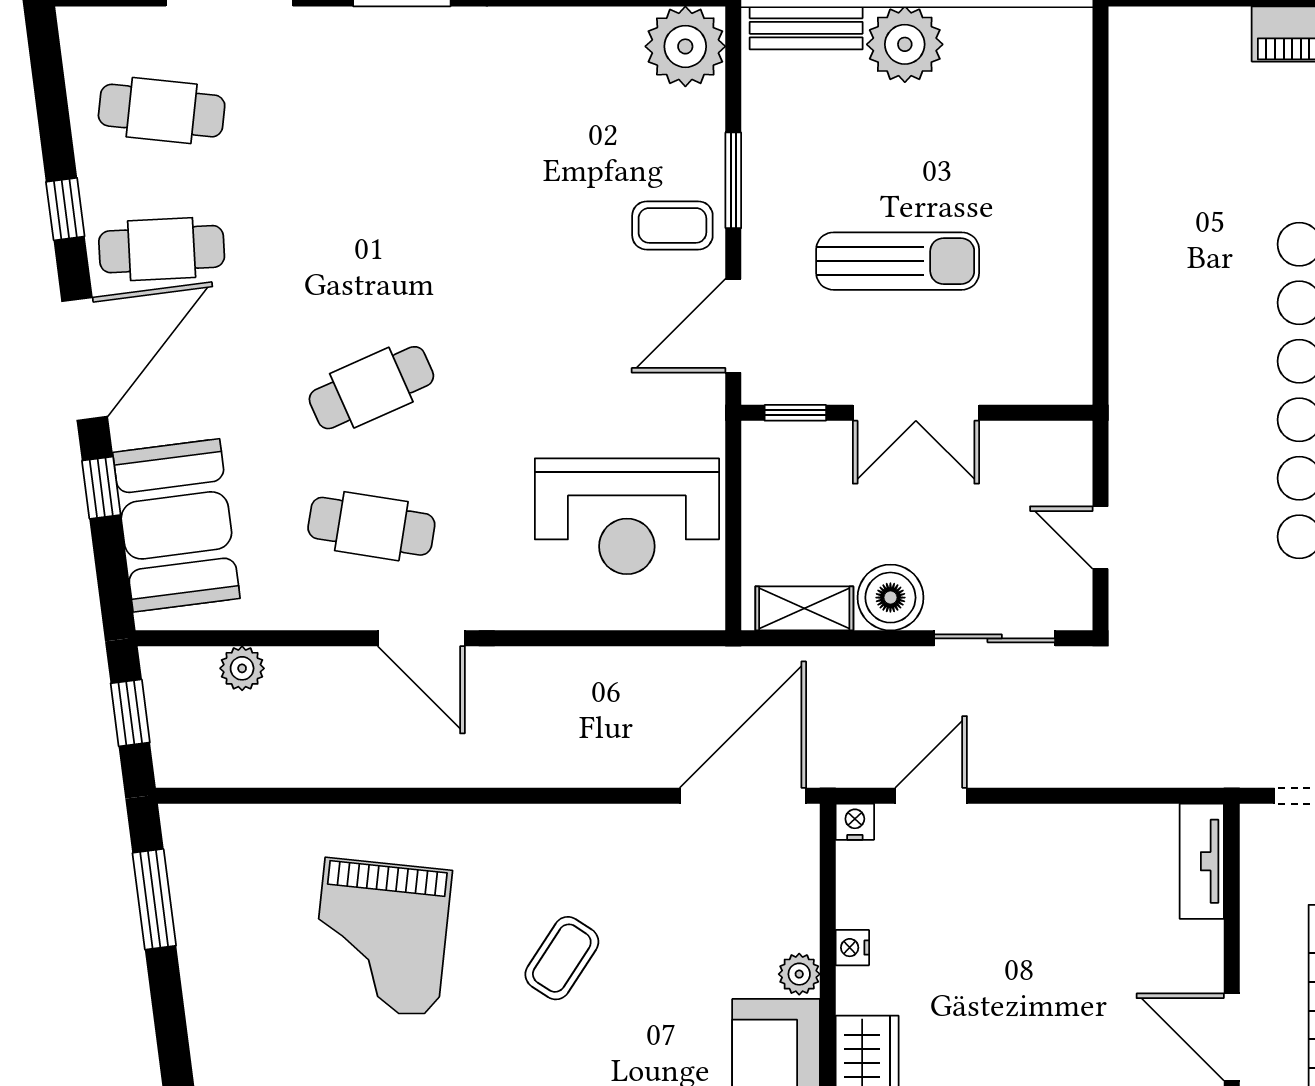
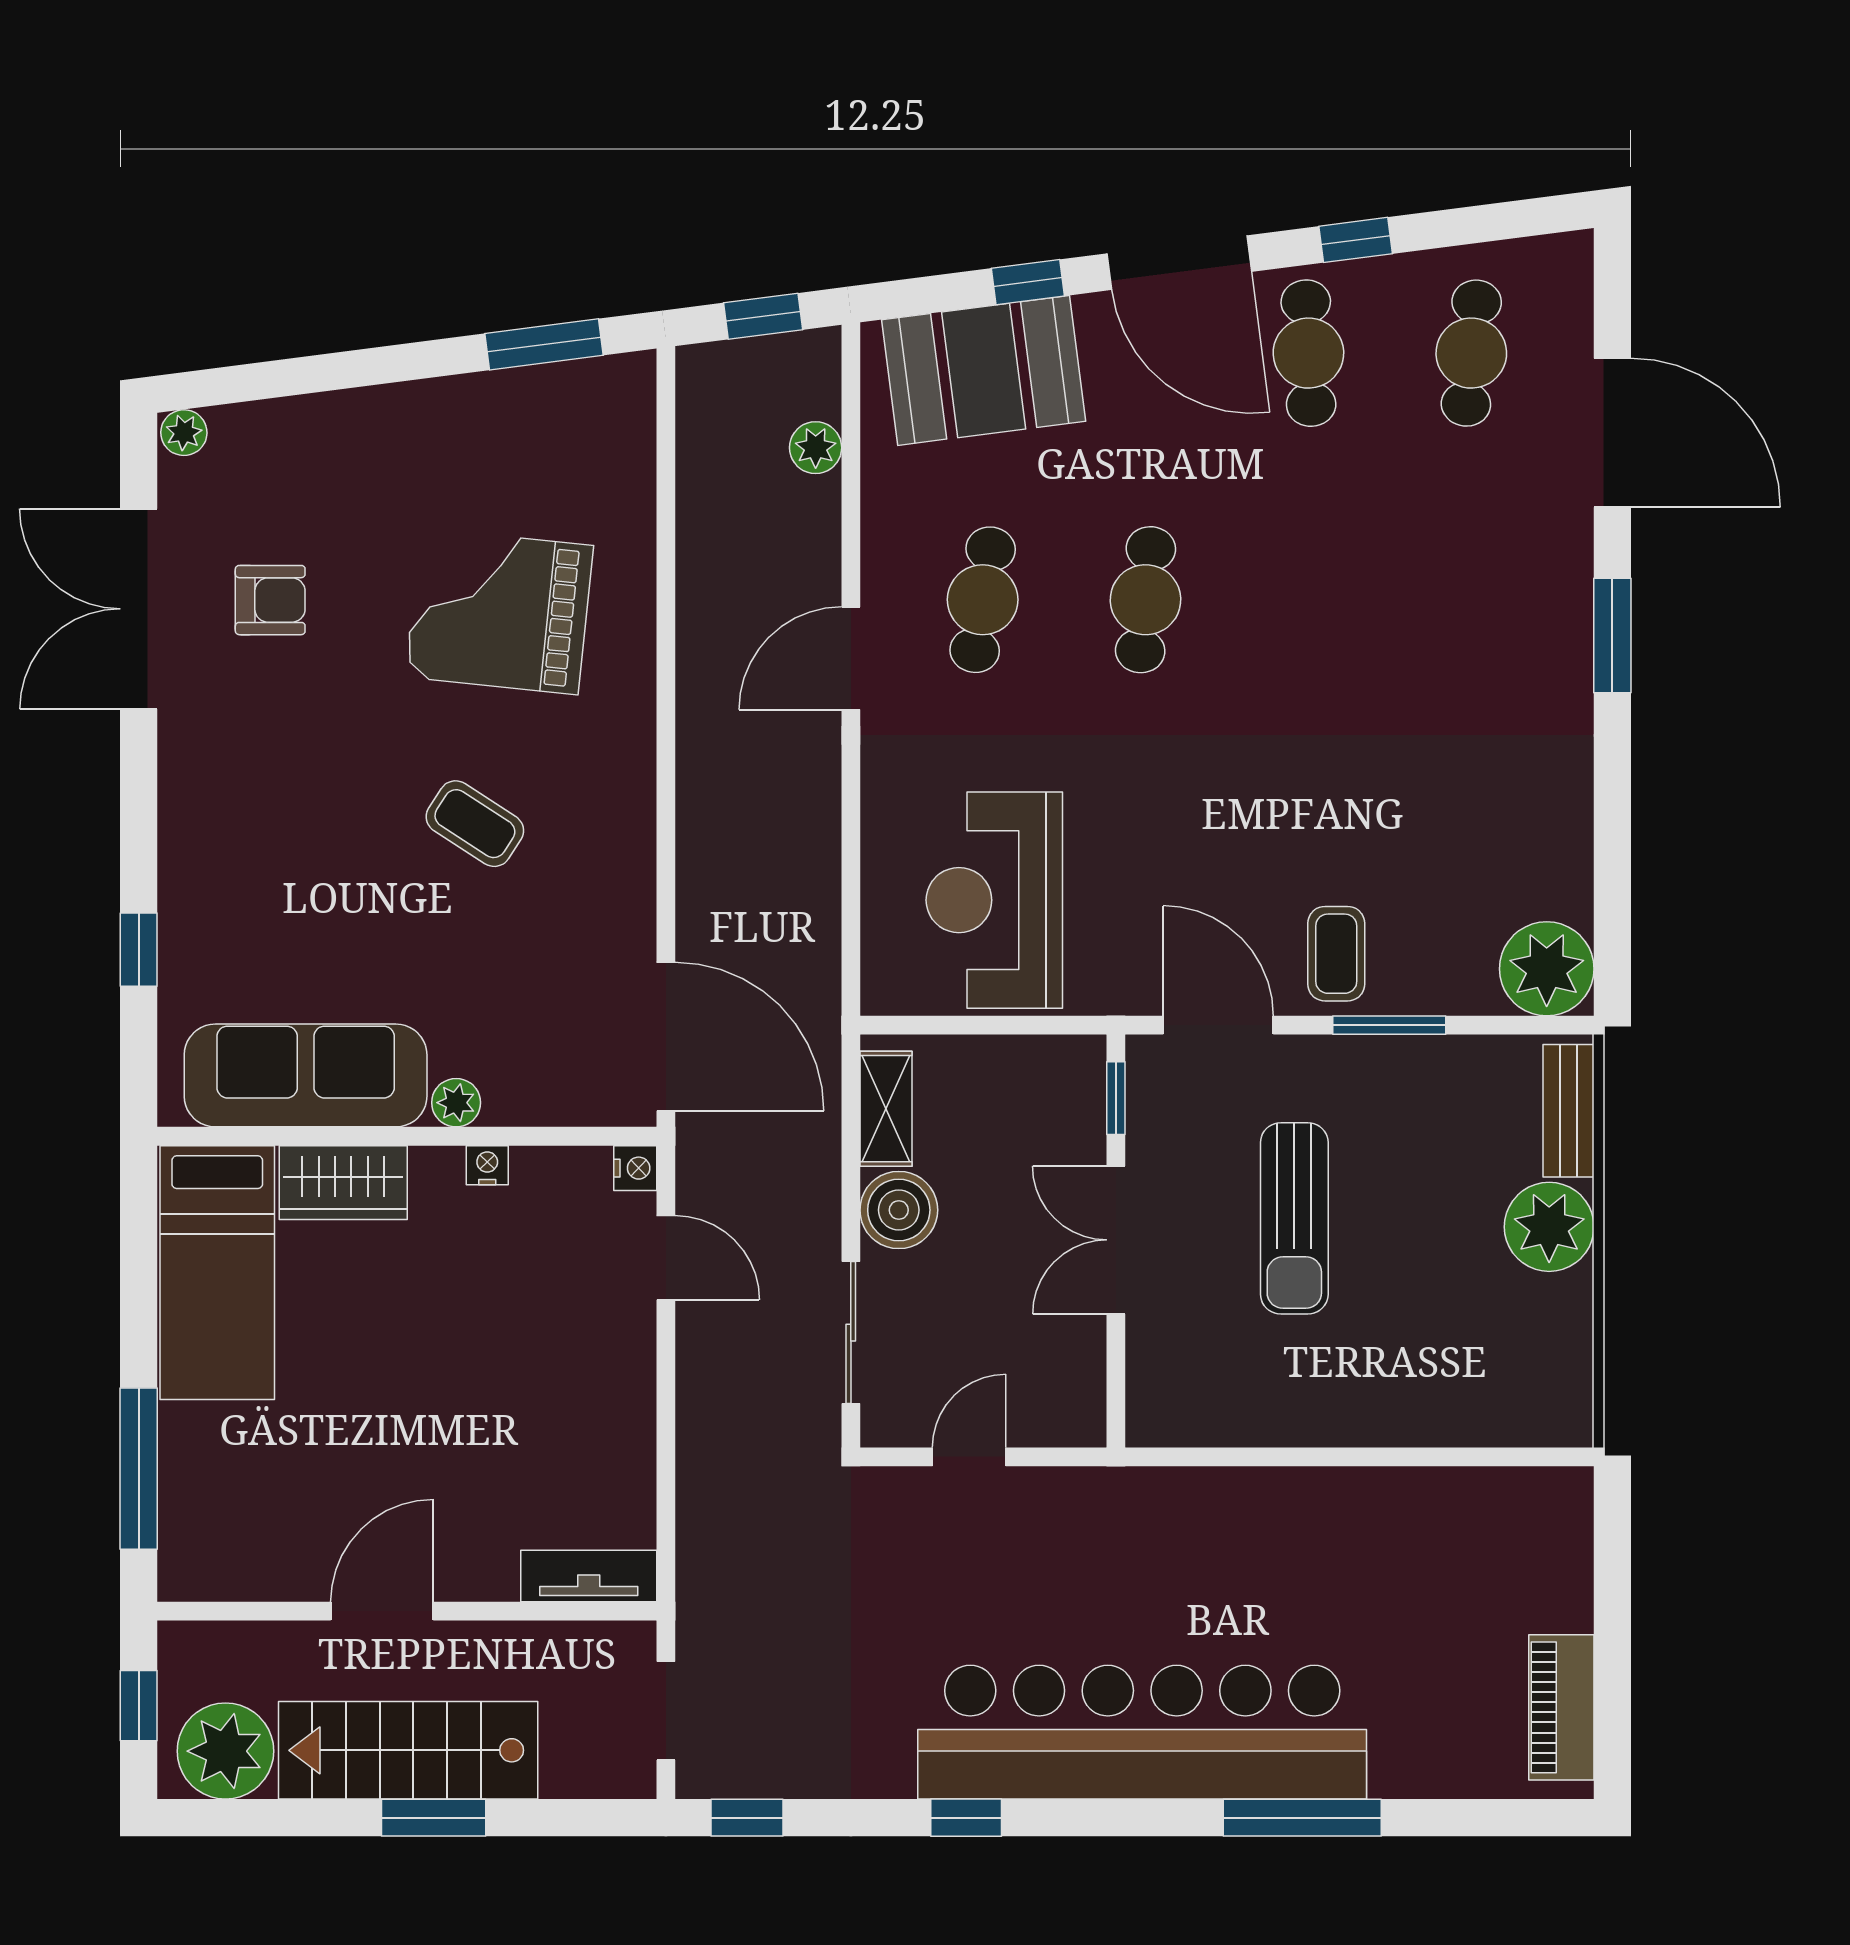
cafe table: (371, 388) -> (1146, 600), turned 30

